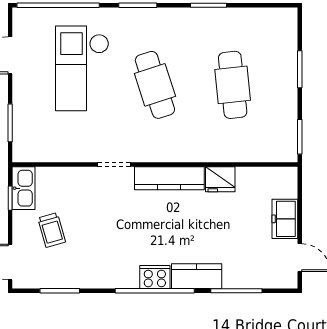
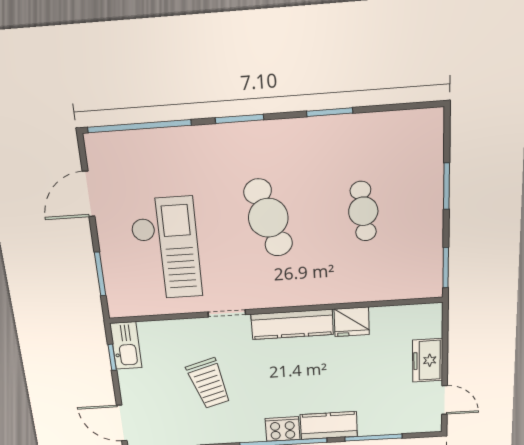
checkout: (82, 68) -> (166, 249), moved, turned 180
cafe table: (233, 85) -> (363, 211), width x0.73, depth x0.74
trolley: (52, 230) -> (209, 383), moved, width x1.36, depth x1.39

